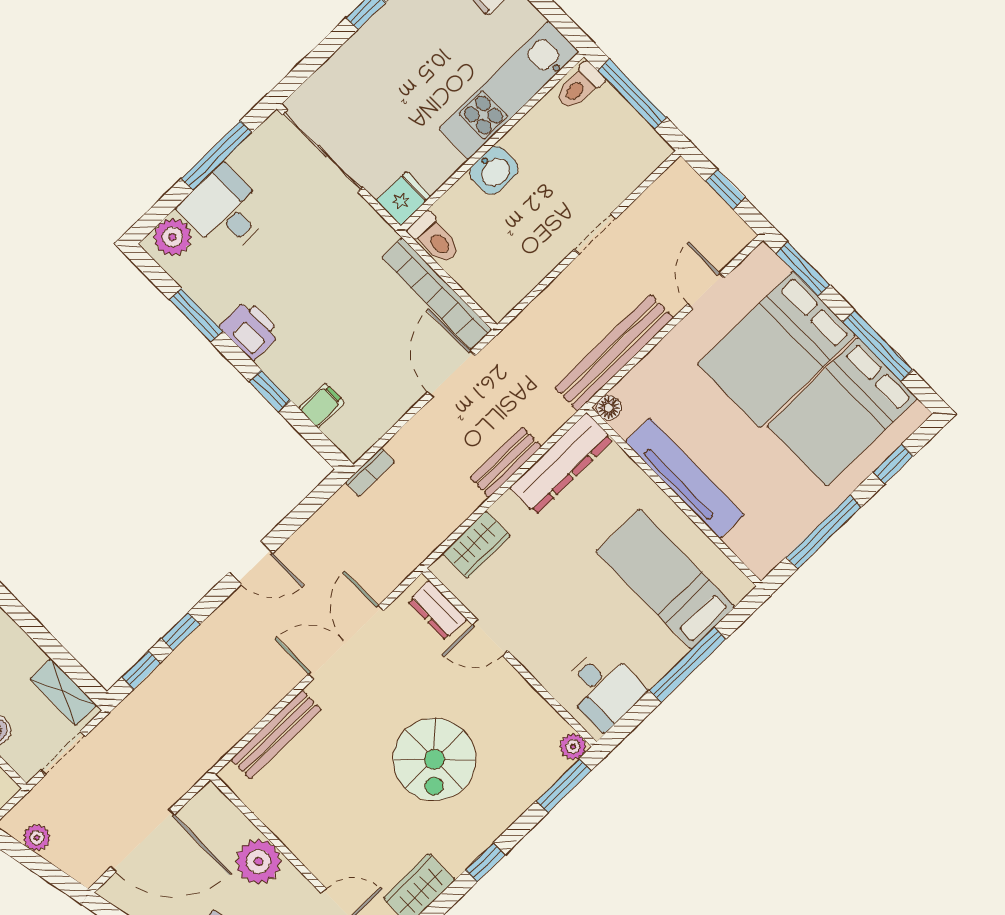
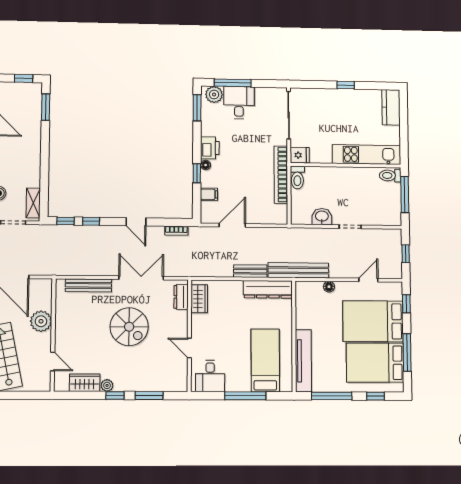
window: (217, 156) -> (233, 83), moved
washbasin: (494, 170) -> (322, 217), moved, turned 180
window: (803, 269) -> (406, 304), width x0.67
bookcase: (437, 294) -> (281, 175), moved
window: (196, 315) -> (197, 108), moved
bench: (614, 353) -> (298, 270), moved
floor lamp: (271, 364) -> (206, 165), added
door: (452, 374) -> (232, 225), moved
floor lamp: (609, 408) -> (329, 287), moved
bookcase: (370, 472) -> (176, 231), moved
tv unit: (685, 478) -> (303, 361), moved
wardrobe: (476, 545) -> (199, 299), moved, turned -90
door: (490, 638) -> (189, 348), moved
plant: (573, 746) -> (107, 385), moved
spiral stairs: (434, 759) -> (129, 327), moved, turned -90
window: (564, 786) -> (149, 396), moved

